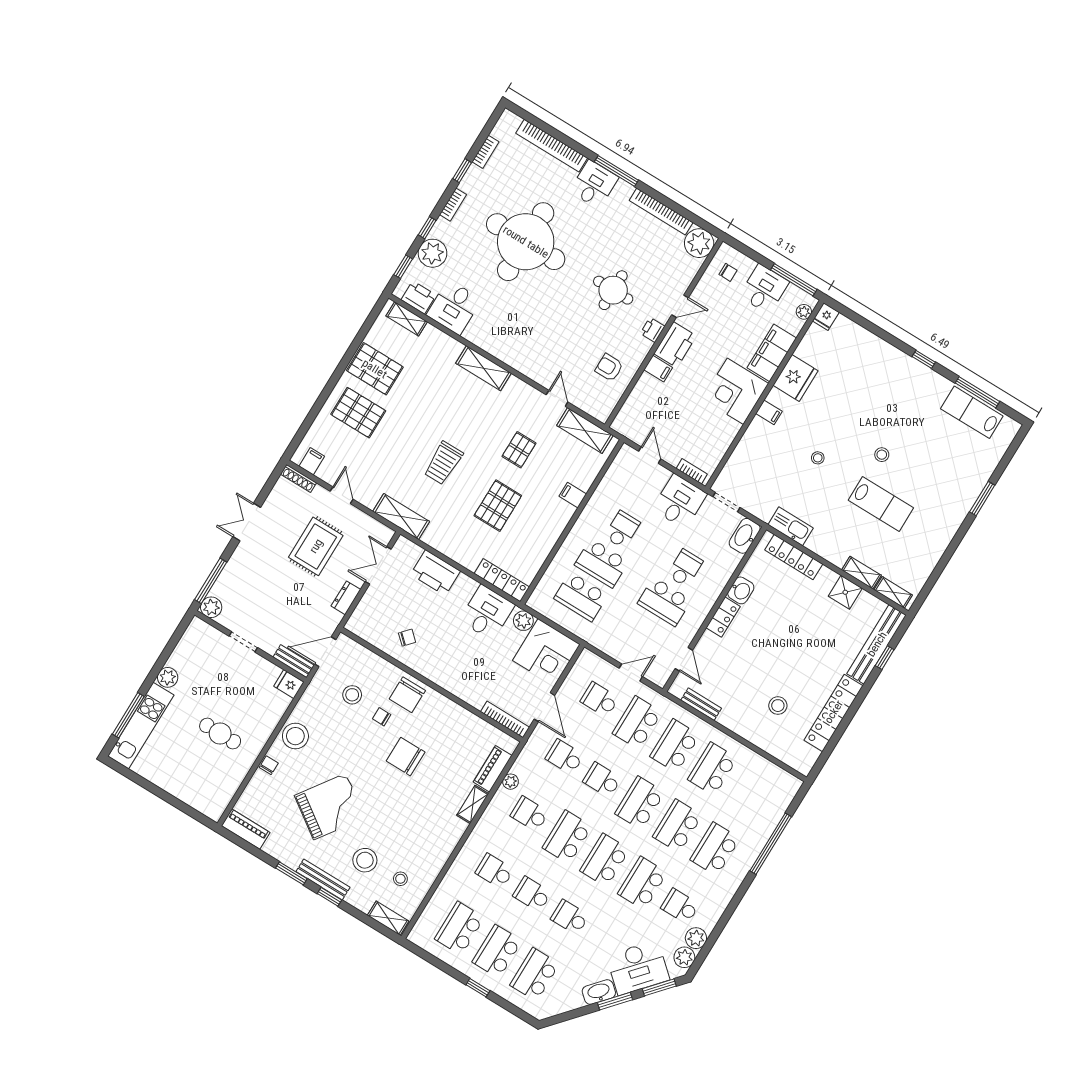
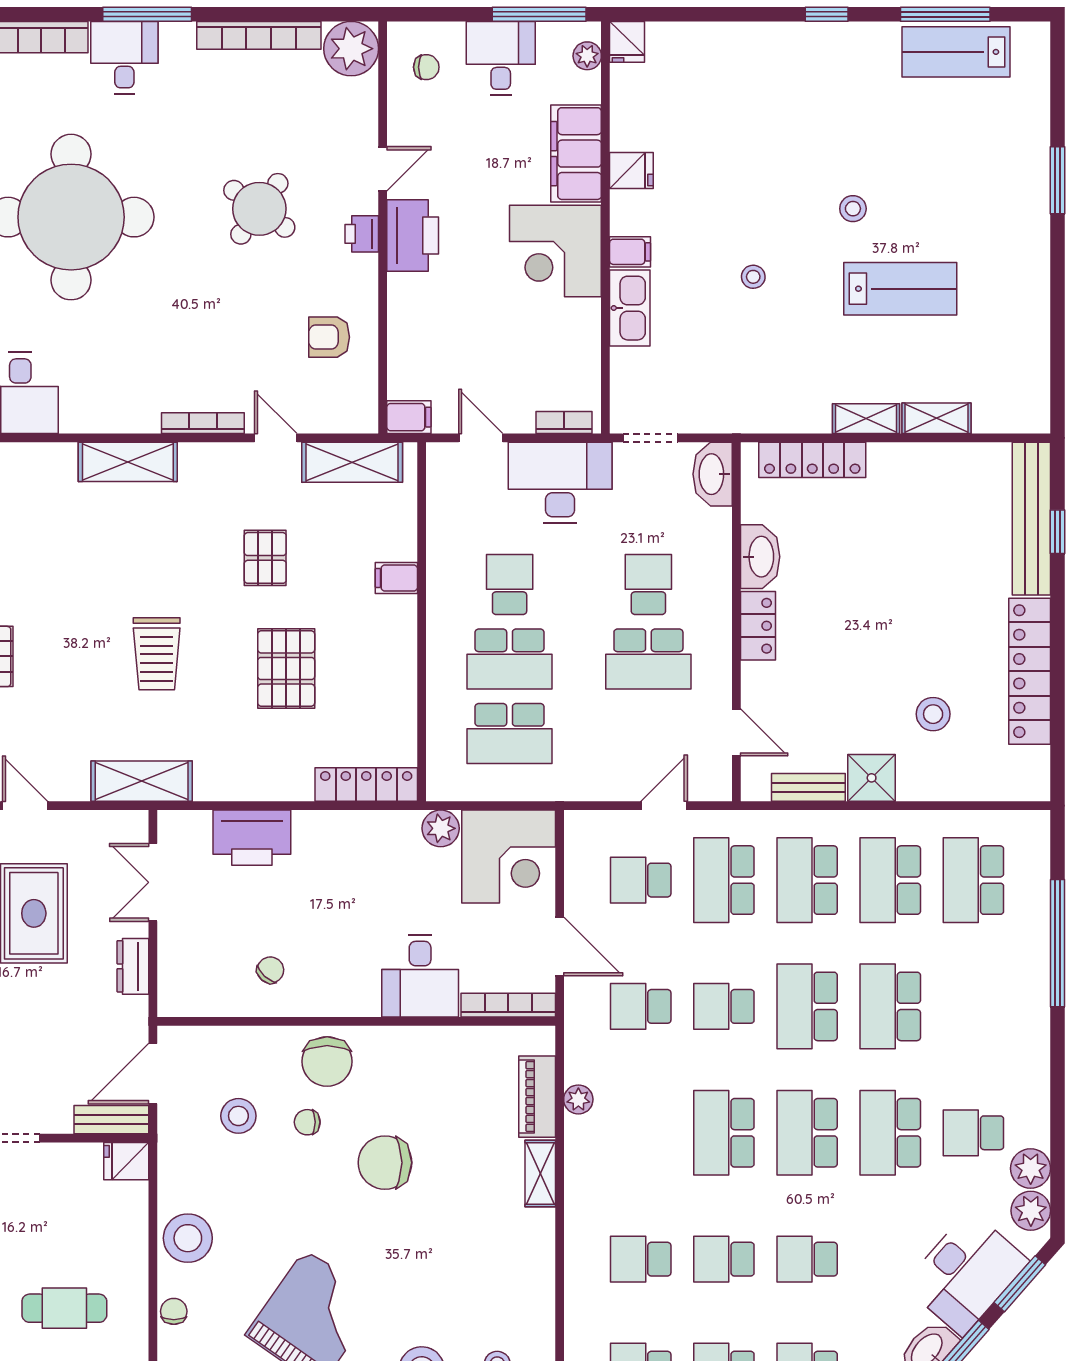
round table: (613, 290) -> (259, 209), turned 36
filing cabinet: (658, 369) -> (409, 417), moved
bookcase: (528, 371) -> (203, 423), added
fridge: (795, 378) -> (631, 170), width x0.53, depth x0.75
desk: (680, 501) -> (560, 483), width x1.37
kitchen sink: (791, 526) -> (630, 308), moved, turned 90
washbasin: (741, 590) -> (760, 557), width x1.38
shower: (845, 592) -> (872, 778), moved
shelving: (893, 592) -> (866, 419), moved
desk: (487, 613) -> (420, 976), moved, turned 180
school desk: (530, 814) -> (641, 1133), removed
school desk: (715, 849) -> (973, 880), moved

